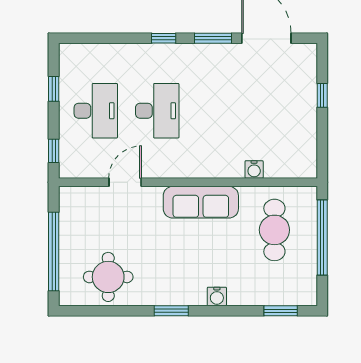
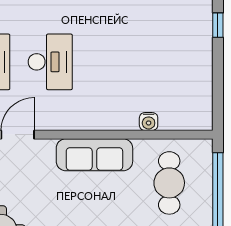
window: (322, 95) -> (218, 25), moved

